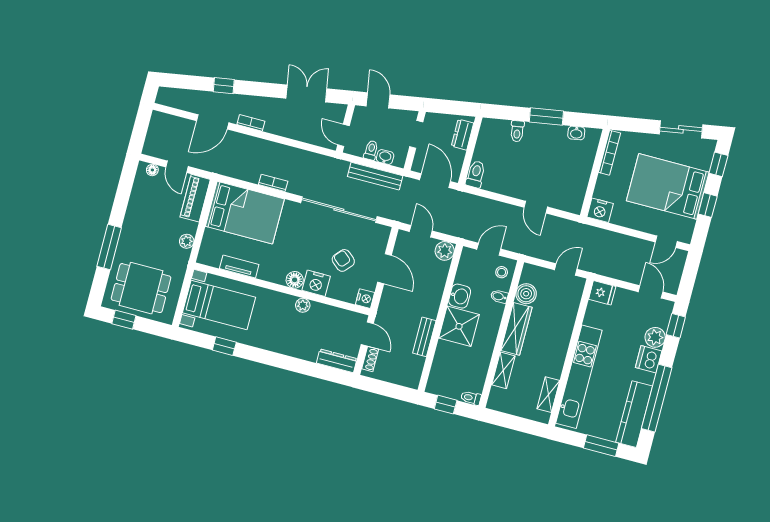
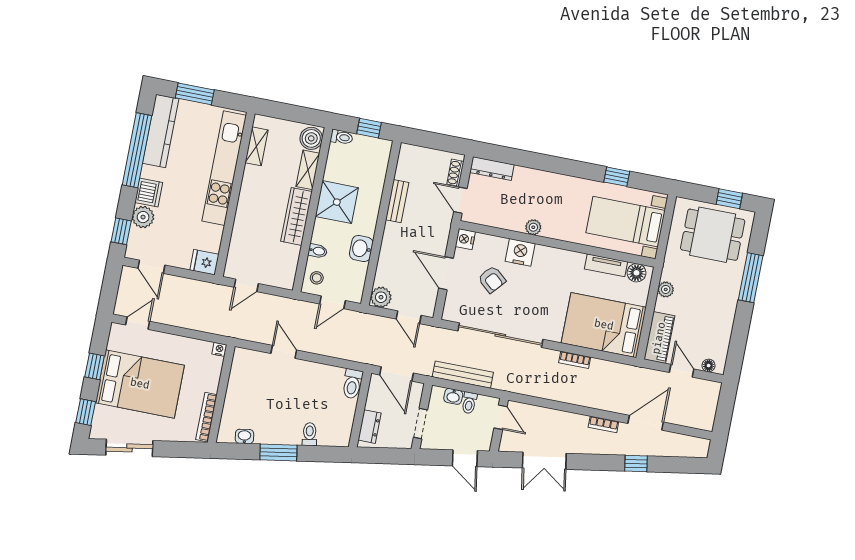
nightstand: (600, 210) -> (219, 349), width x0.53, depth x0.56
floor lamp: (295, 280) -> (637, 273), moved
boiler: (526, 294) -> (311, 138), moved
shower: (459, 326) -> (337, 202), moved

